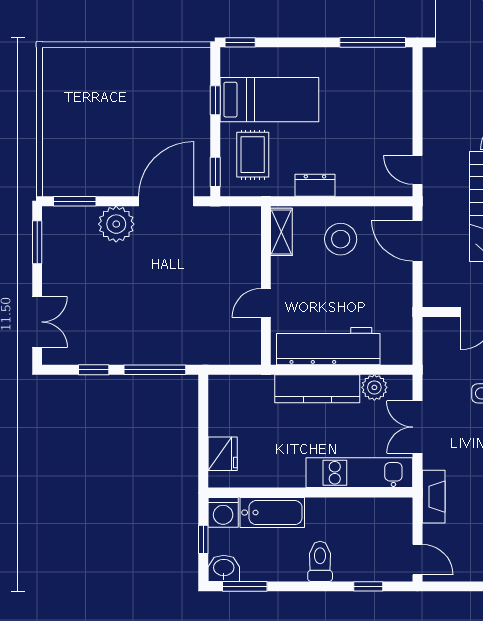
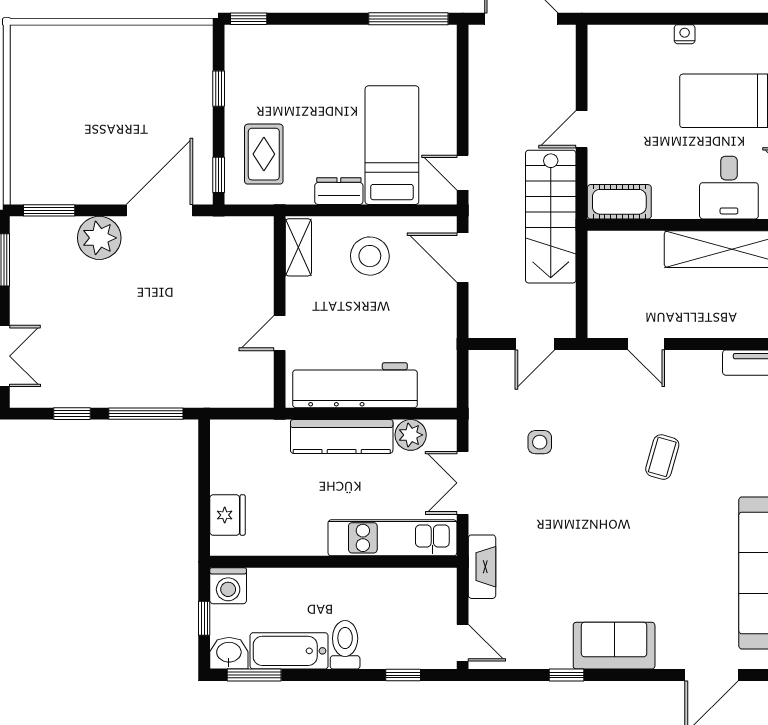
bed: (269, 100) -> (392, 145), moved, turned -90
bathtub: (272, 513) -> (289, 651), moved, turned 180

